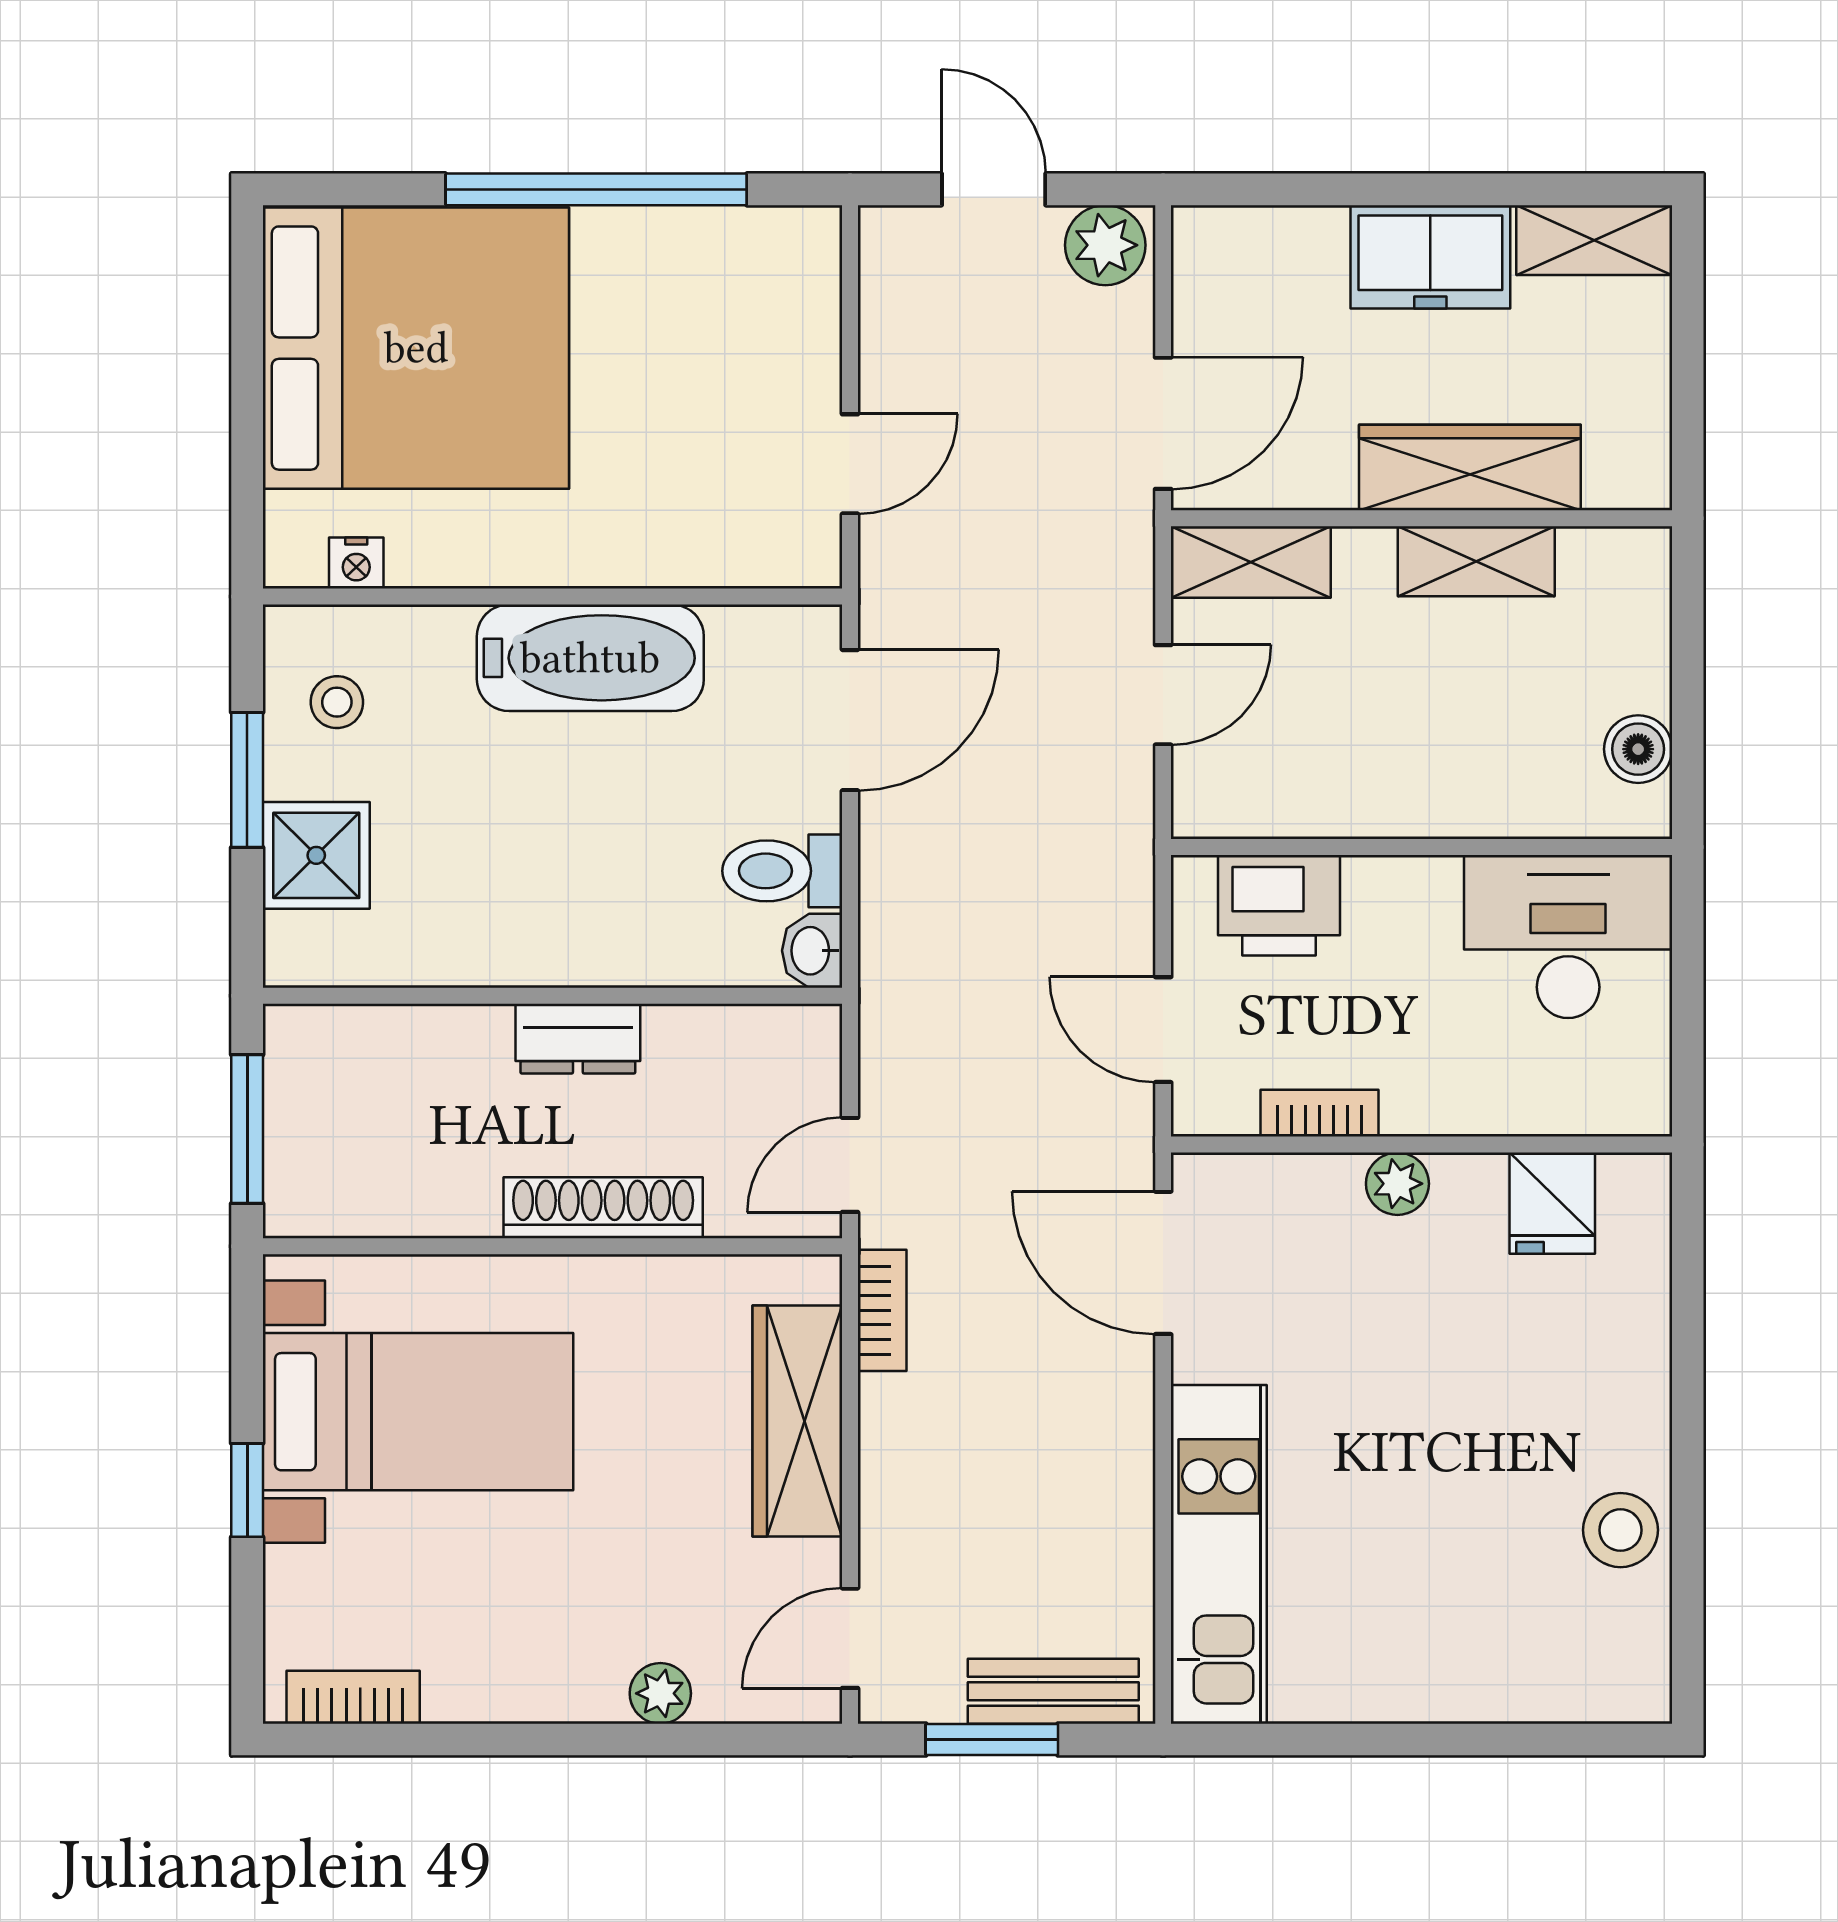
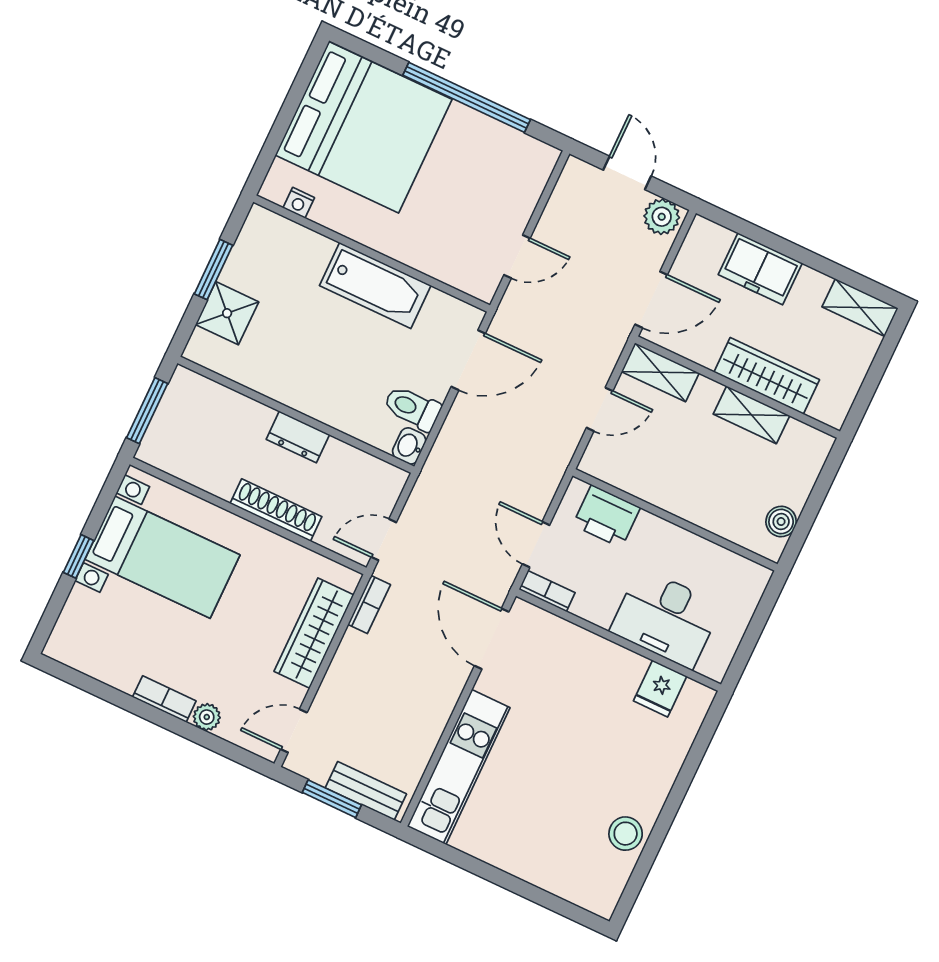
freezer: (1430, 257) -> (760, 269), moved
stool: (337, 702) -> (265, 255), removed
desk: (1568, 937) -> (666, 618), moved, turned 180
bookcase: (1319, 1113) -> (547, 591), moved
plant: (1397, 1184) -> (601, 651), removed
bookcase: (353, 1697) -> (164, 699), moved

